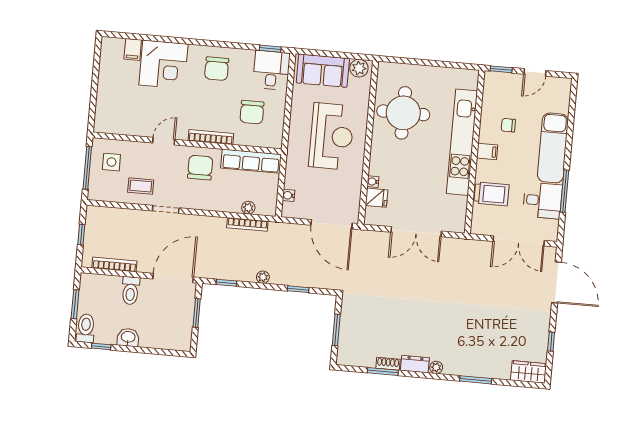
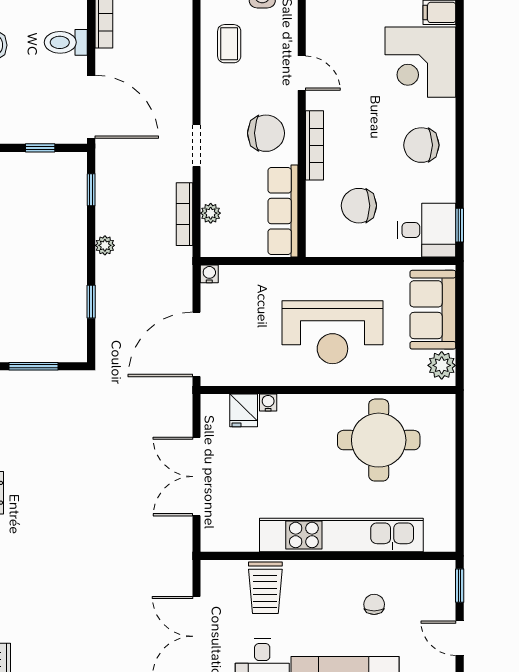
filing cabinet: (487, 152) -> (330, 575), removed
water cooler: (289, 195) -> (209, 274), moved
doorway: (166, 209) -> (196, 146), moved
window: (197, 313) -> (40, 148), width x0.67

